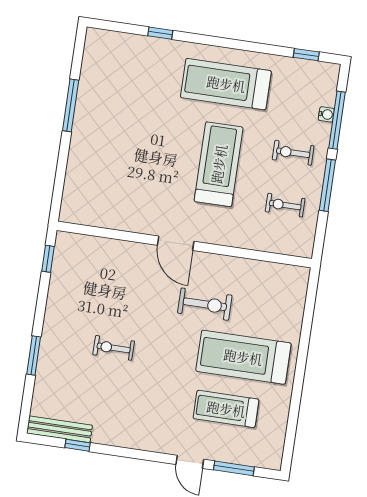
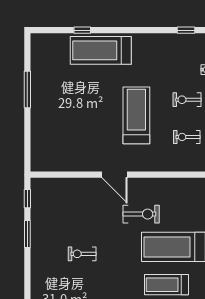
treadmill: (226, 84) -> (101, 50), moved
window: (34, 356) -> (27, 234), moved

